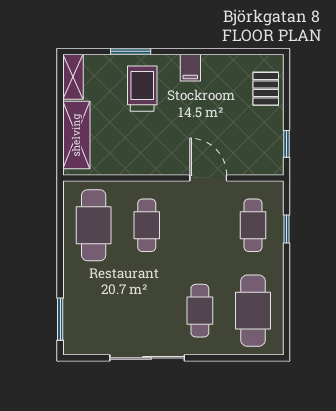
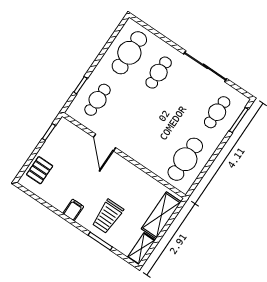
cafe table: (147, 225) -> (217, 112), moved

